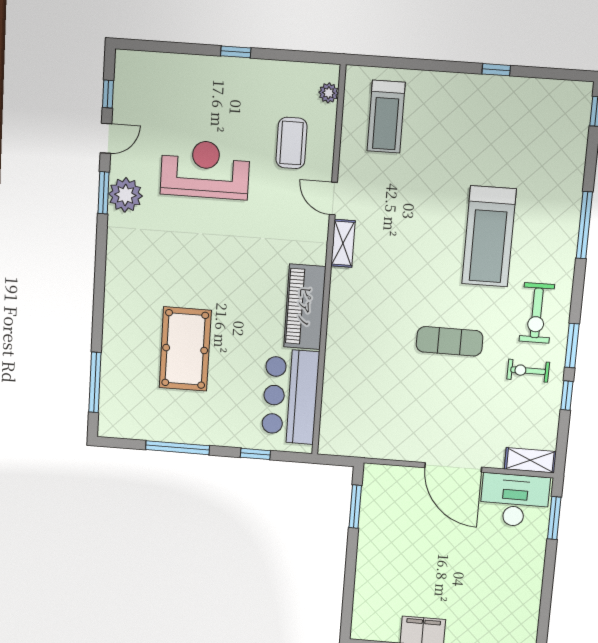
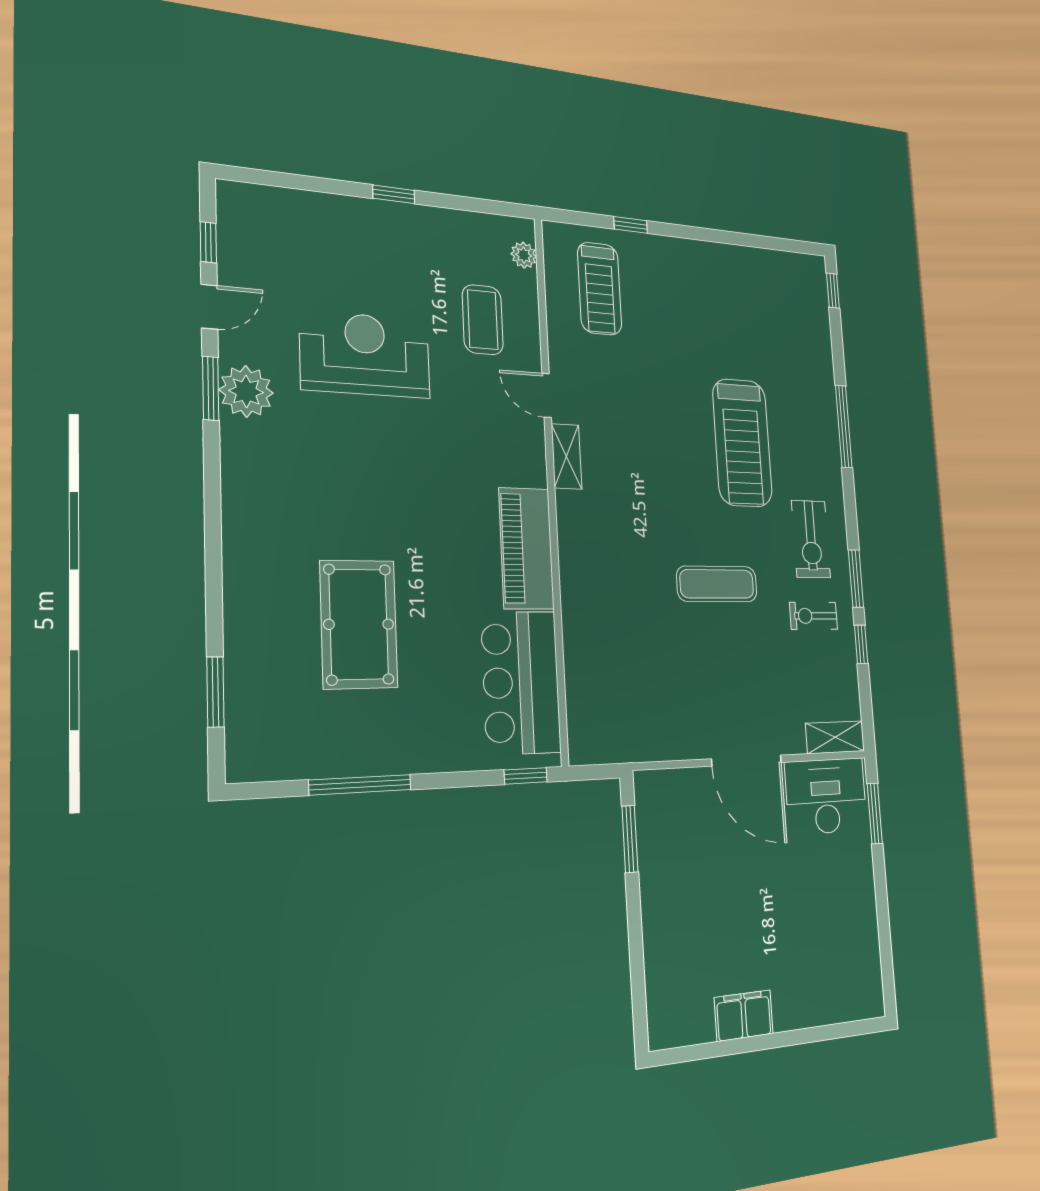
window: (496, 70) -> (631, 225), moved
window: (95, 382) -> (215, 692), width x0.69
window: (255, 454) -> (526, 776), moved

